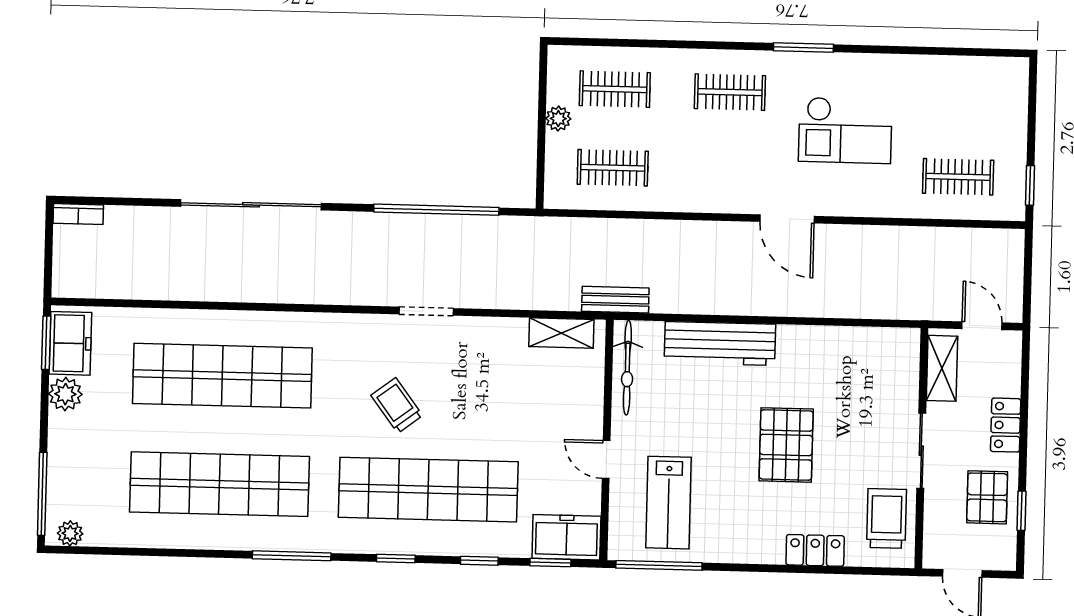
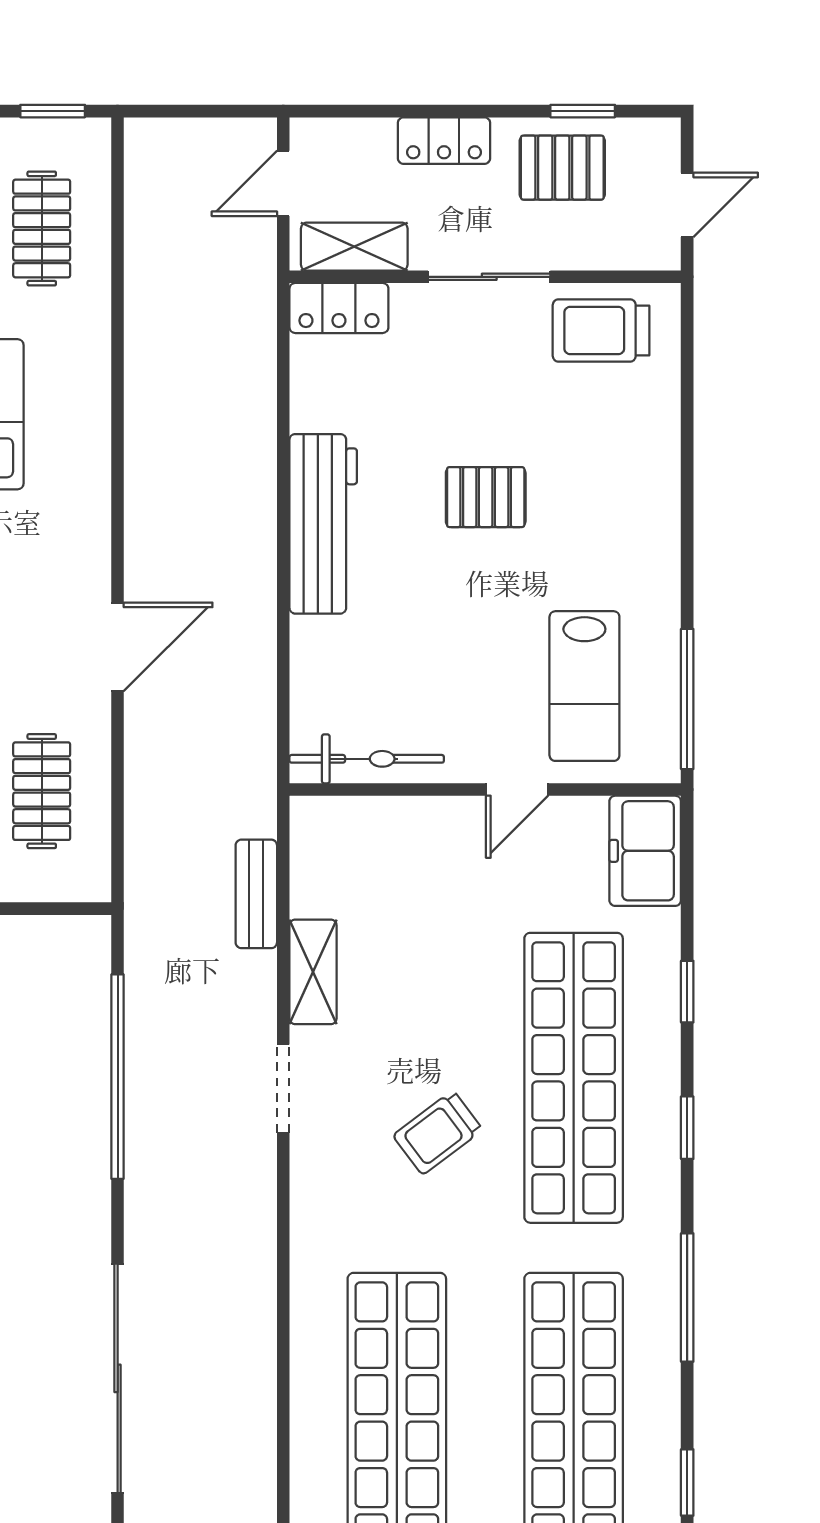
door: (787, 219) -> (118, 647), moved
bench: (615, 300) -> (256, 894), moved
shelving: (561, 333) -> (313, 972), moved
workbench: (720, 343) -> (323, 524), moved
pallet: (786, 445) -> (486, 497), width x0.67, depth x0.71
lab bench: (668, 503) -> (584, 686), turned 90
locker: (815, 550) -> (339, 308), moved, turned -90
window: (550, 563) -> (687, 1482), moved

